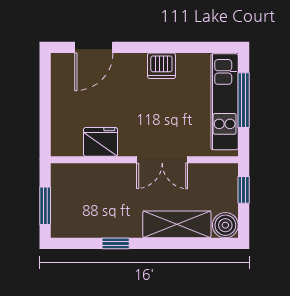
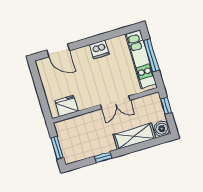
door: (94, 47) -> (58, 50), hinge flipped
fridge: (101, 142) -> (67, 106), moved

